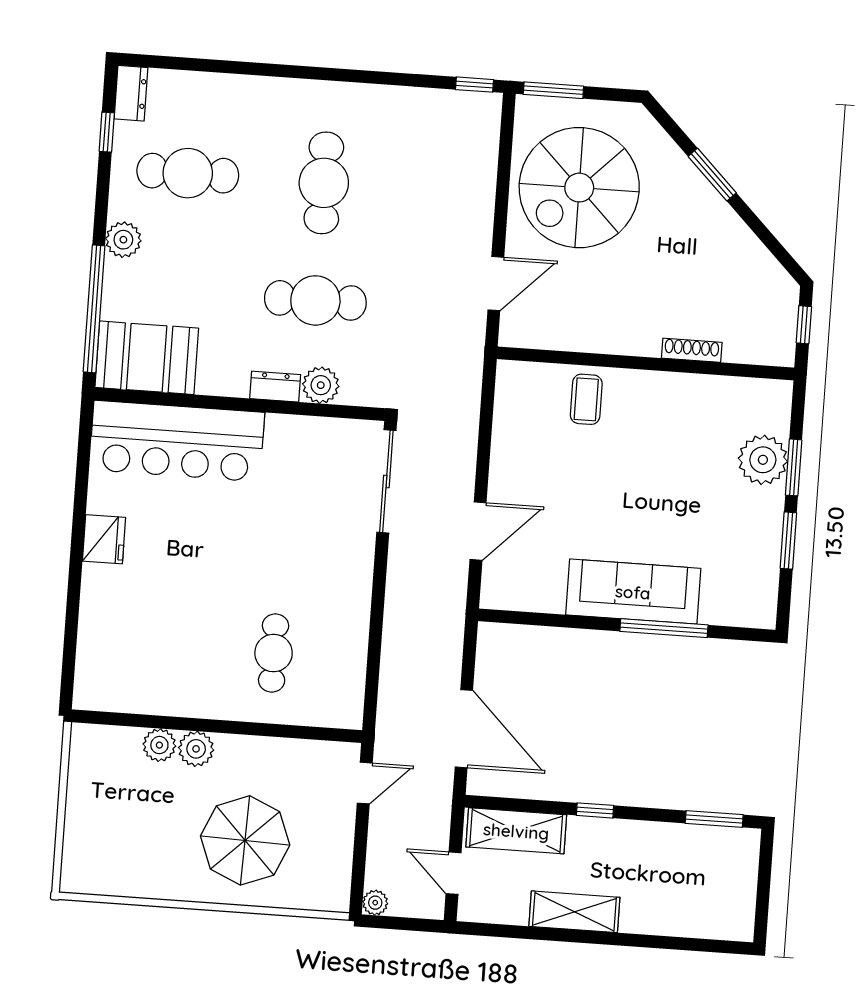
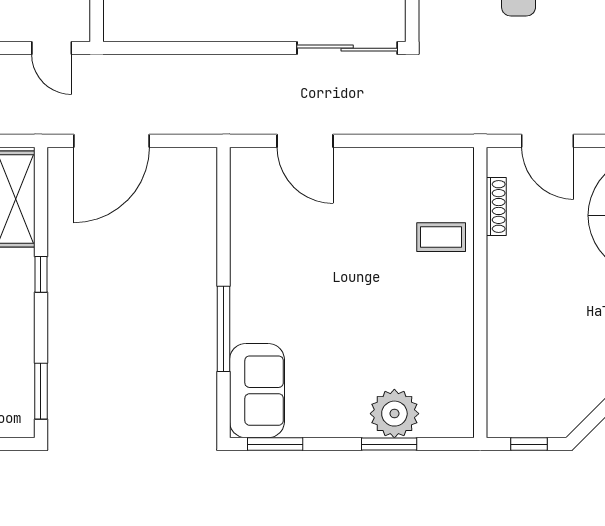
shoe rack: (692, 350) -> (496, 206), moved
window: (788, 541) -> (275, 444), moved
sofa: (633, 592) -> (257, 391), moved, width x0.73

